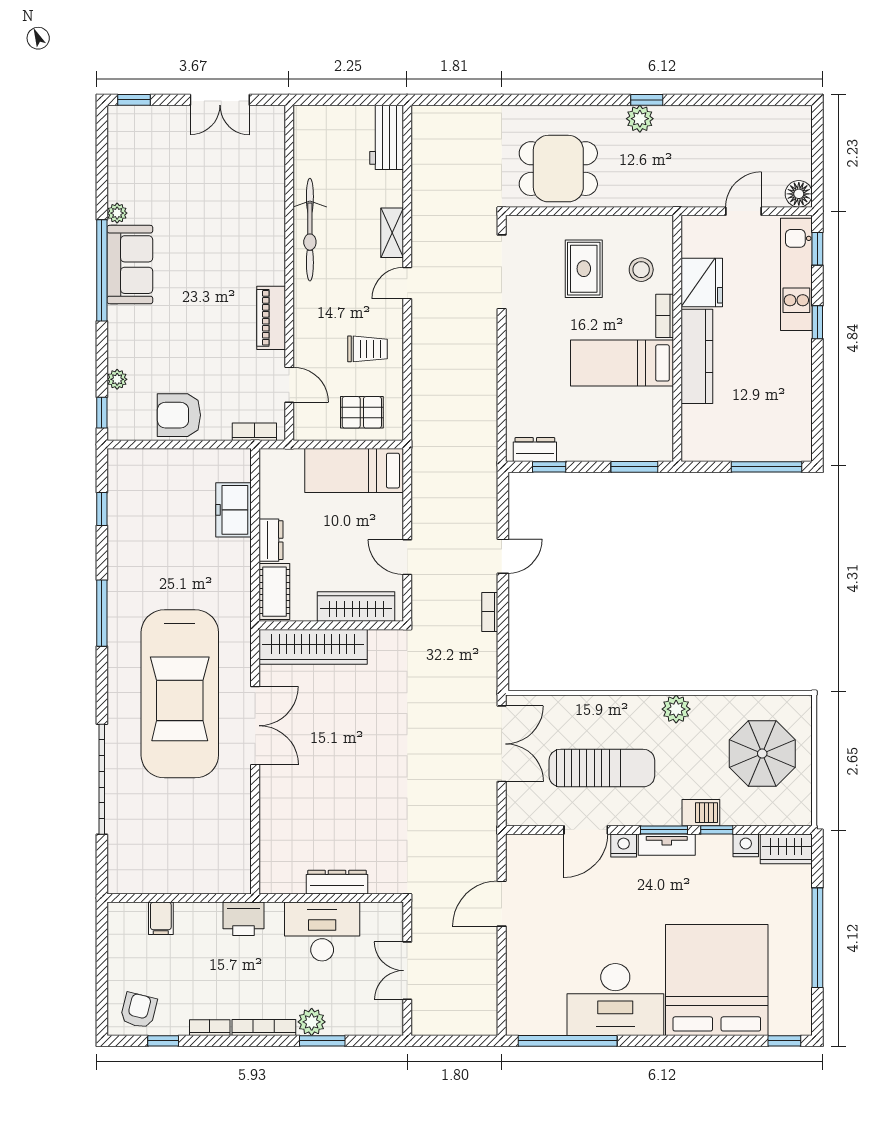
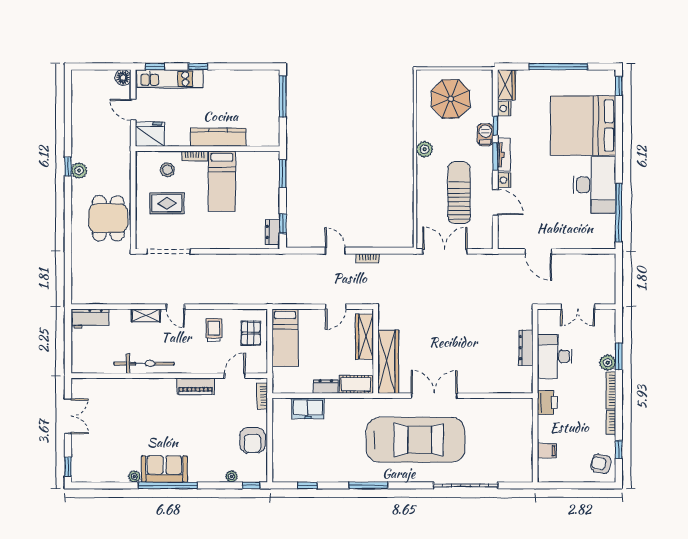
fridge: (702, 283) -> (150, 134), moved

